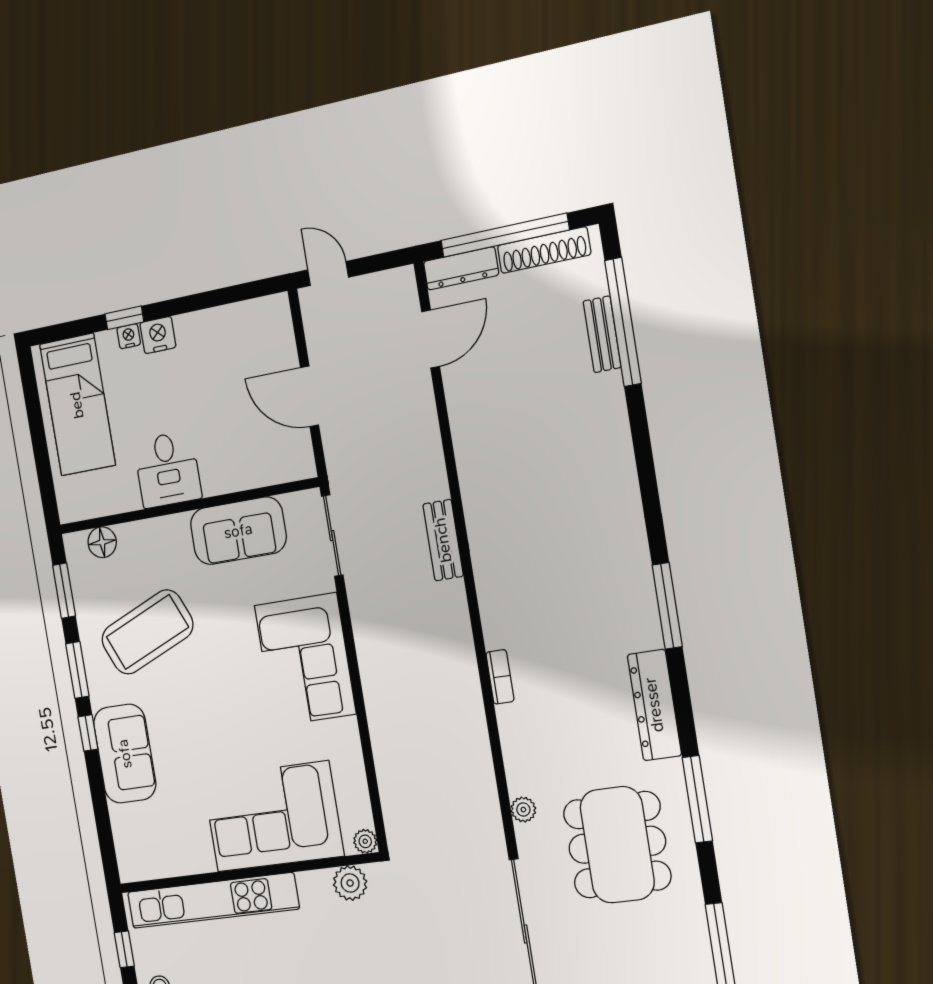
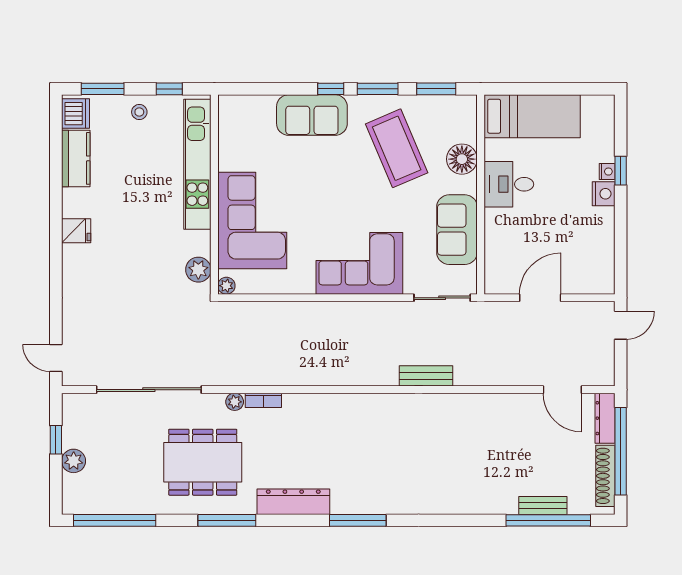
bed: (77, 405) -> (532, 116), moved, turned 180
floor lamp: (102, 542) -> (462, 159), moved, width x1.38, depth x1.38
bookcase: (500, 677) -> (263, 400), moved

